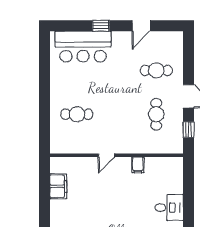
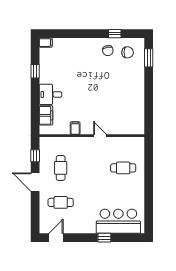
door: (141, 26) -> (56, 238), moved
door: (106, 155) -> (100, 136), hinge flipped
filing cabinet: (58, 186) -> (46, 115), moved, turned 180

